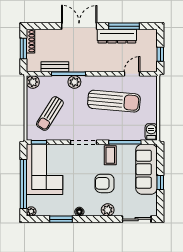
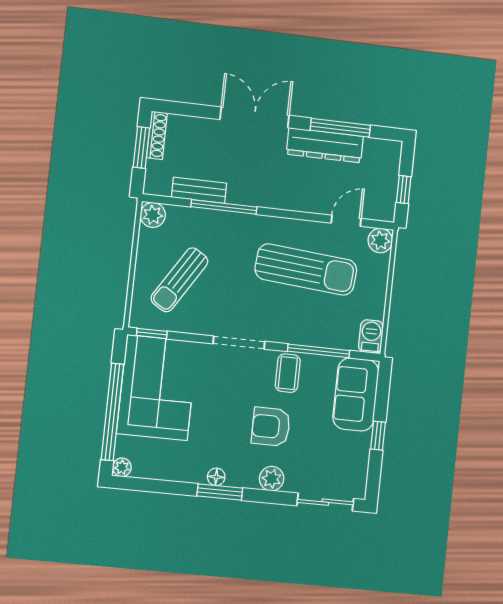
plant: (74, 82) -> (380, 241), moved
sofa: (146, 169) -> (356, 394), width x0.73
window: (61, 219) -> (220, 492), moved

